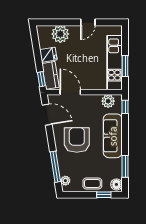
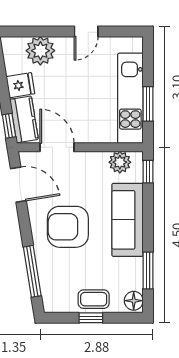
armchair: (77, 140) -> (68, 227), turned -90
plant: (65, 181) -> (49, 294), removed
window: (104, 195) -> (91, 318), moved

